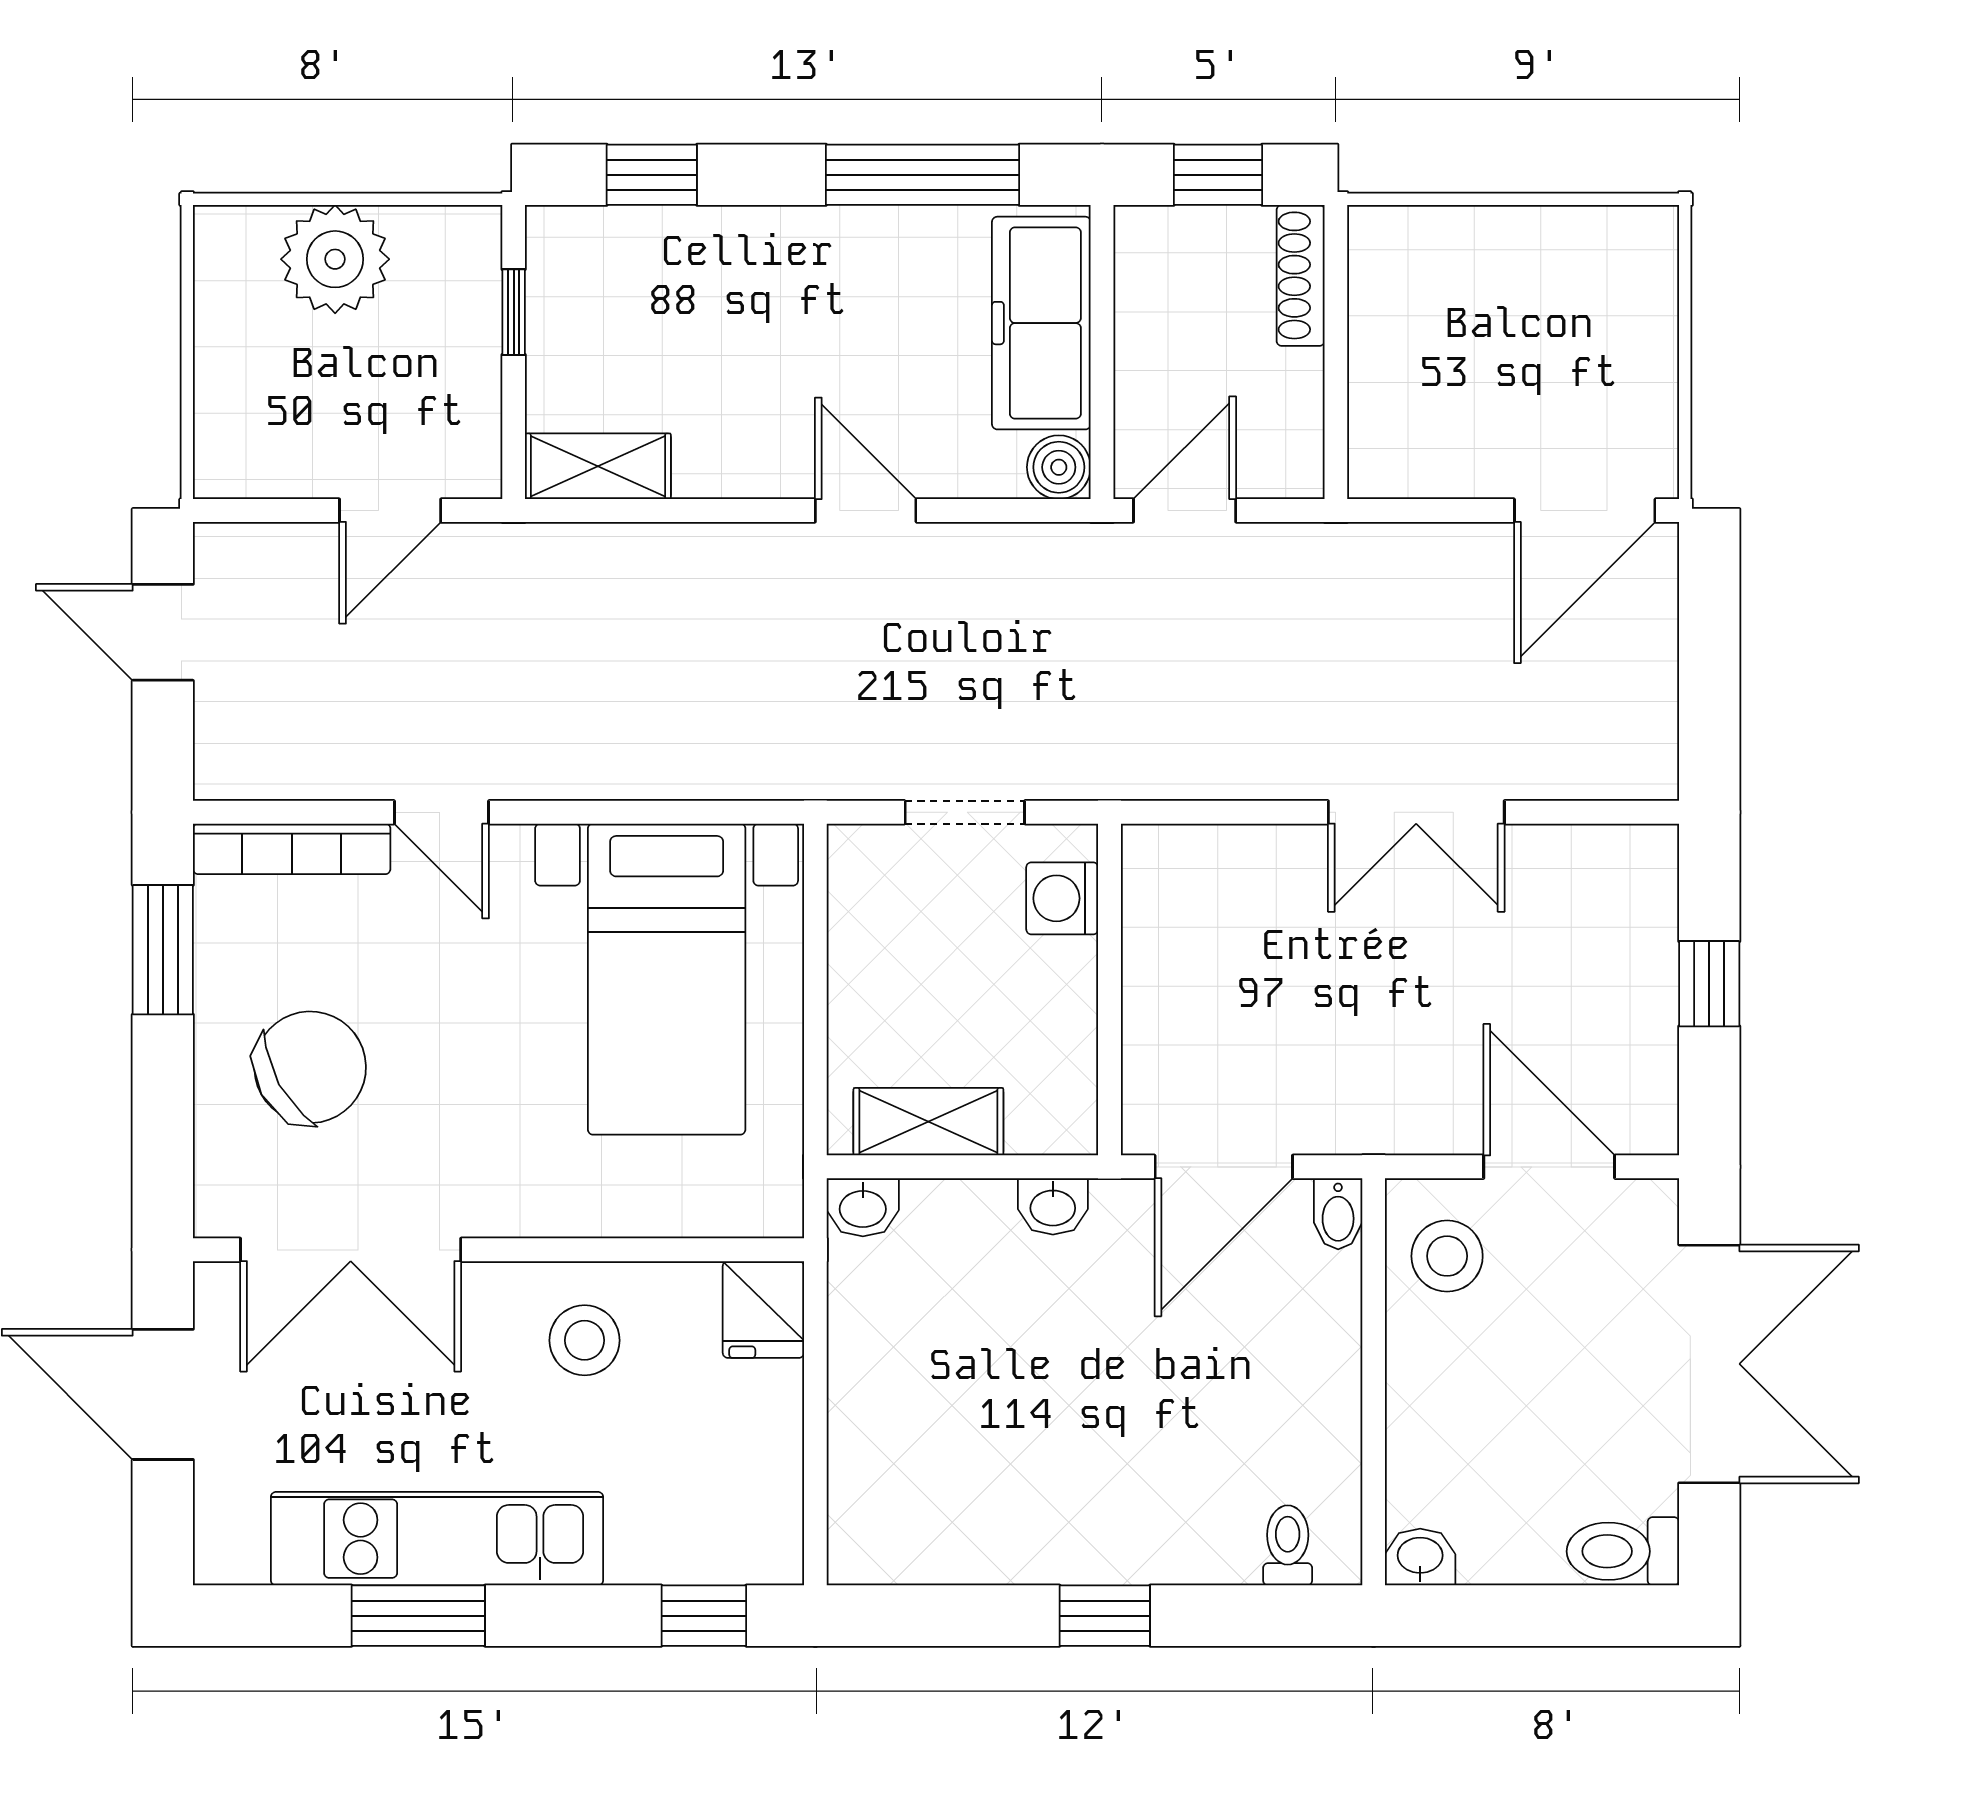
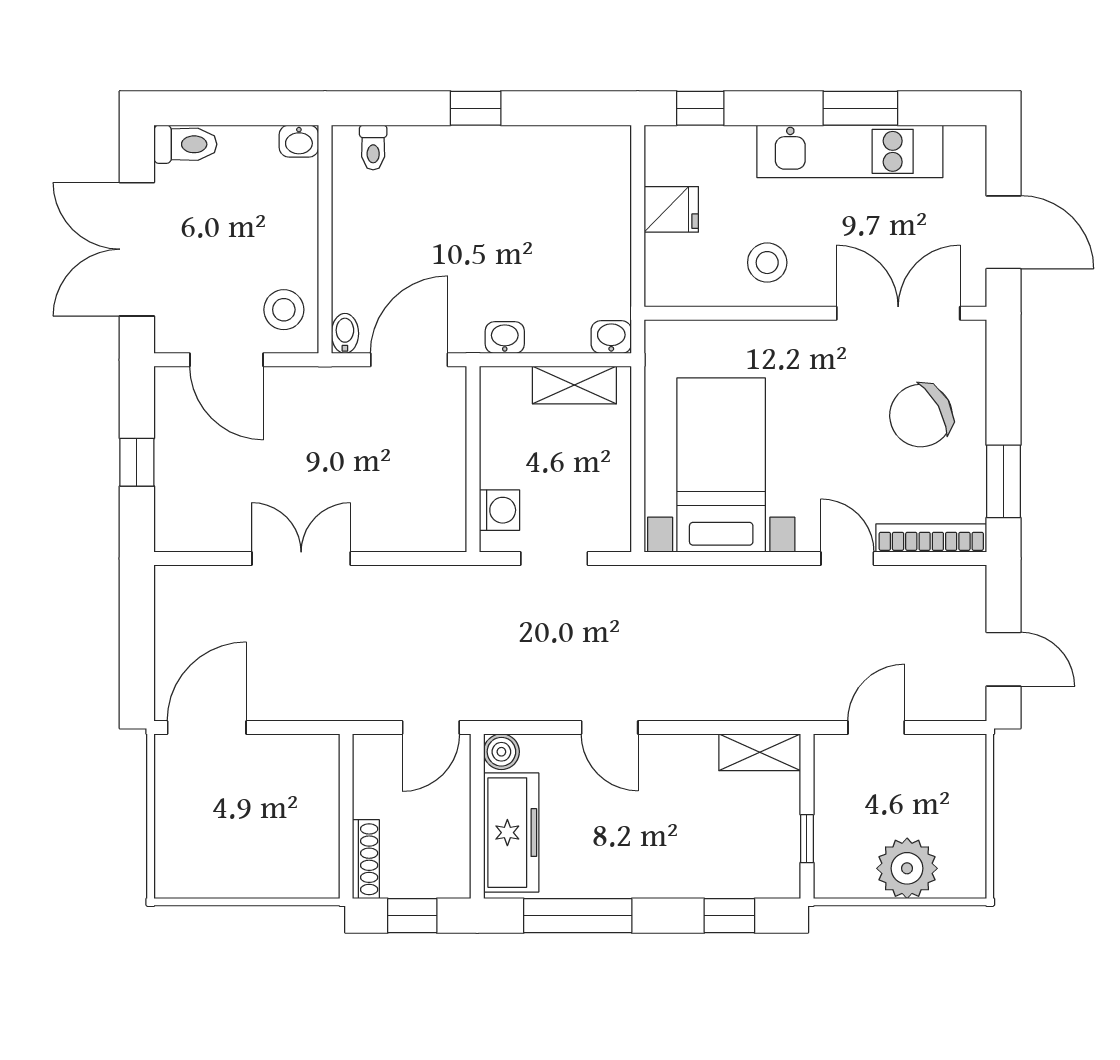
fridge: (763, 1310) -> (671, 209), moved, turned 90

